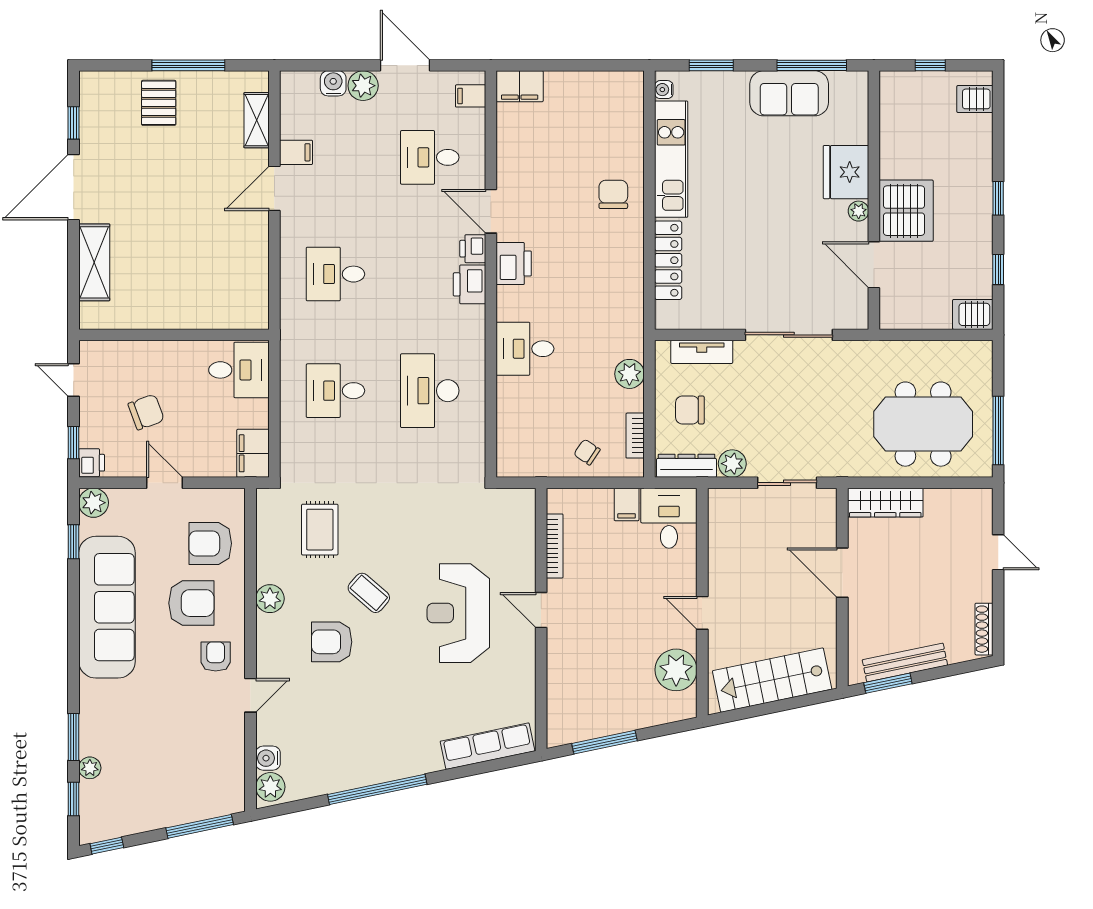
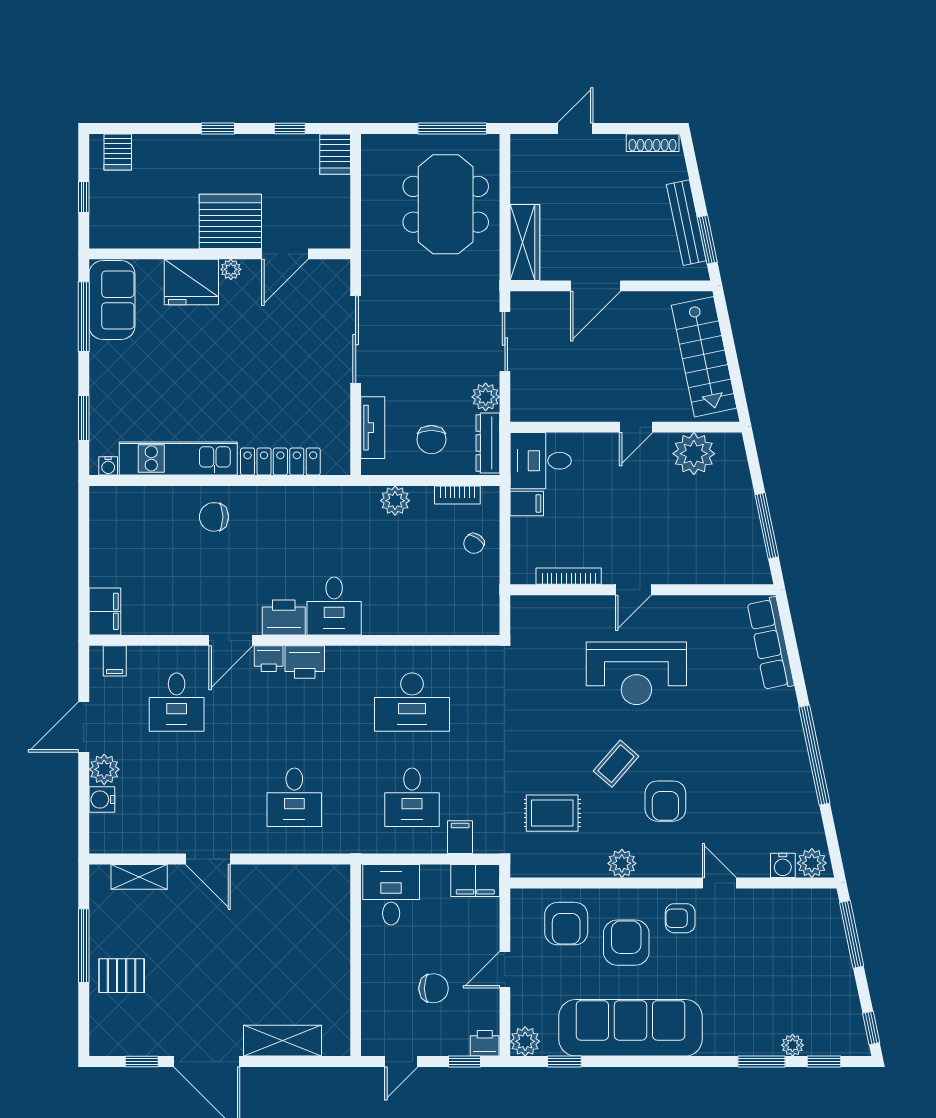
sofa: (789, 93) -> (112, 300), moved
filing cabinet: (296, 152) -> (460, 837), moved
desk: (525, 349) -> (334, 606), moved
chair: (146, 412) -> (434, 988), turned 110

